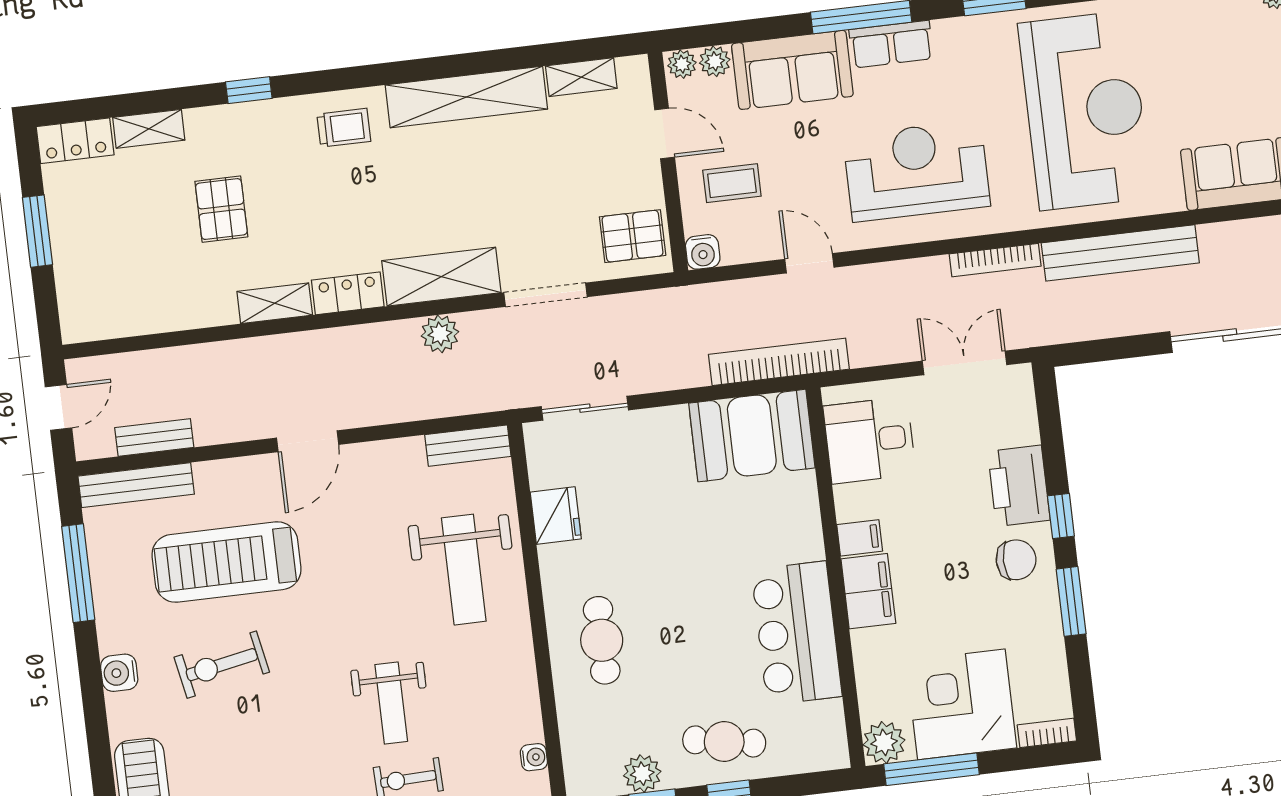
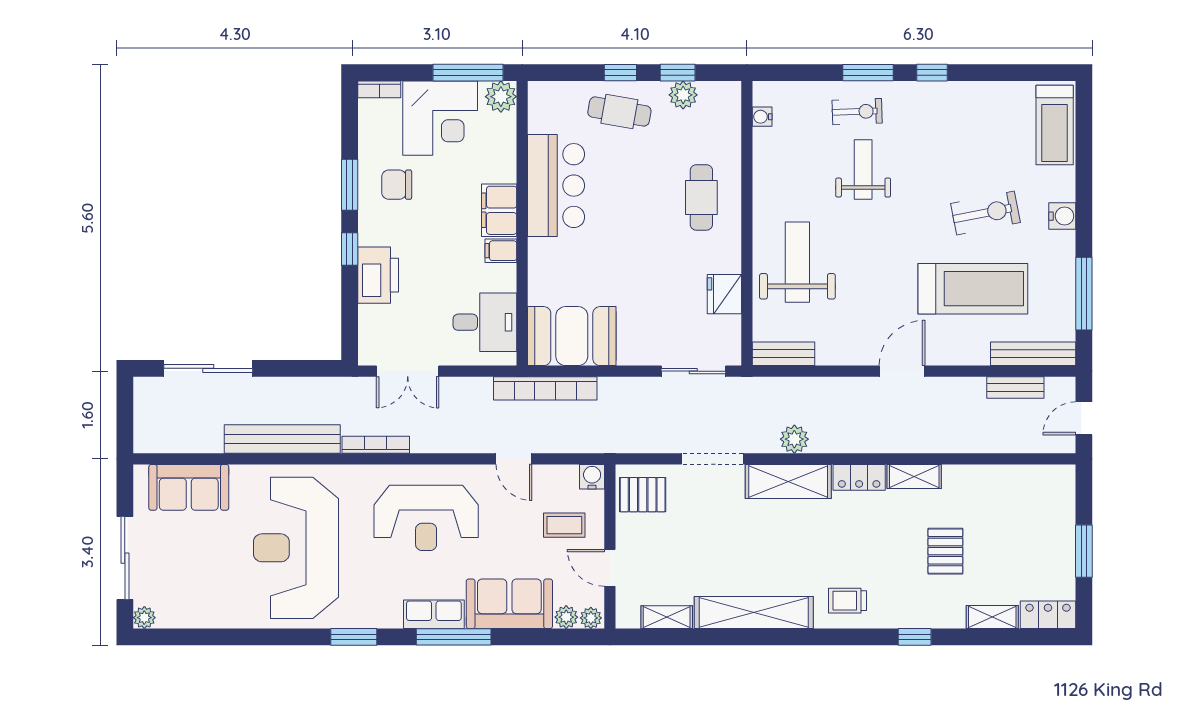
chair: (1016, 560) -> (397, 185), moved

